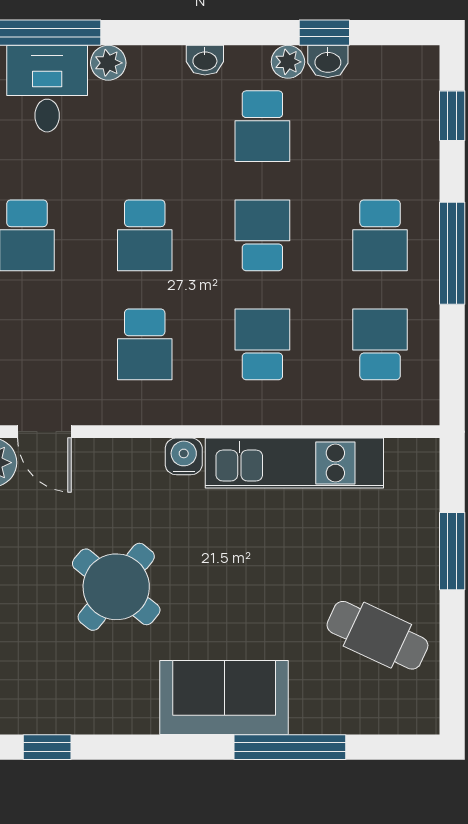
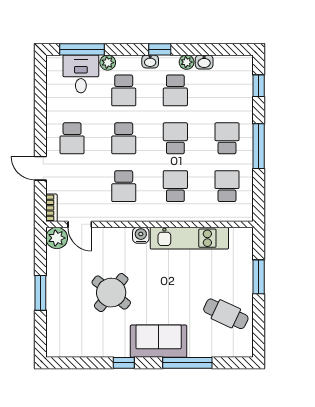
window: (324, 33) -> (160, 49), moved
school desk: (145, 126) -> (124, 90), added
school desk: (380, 235) -> (227, 138), turned 180
window: (47, 747) -> (124, 363), moved

